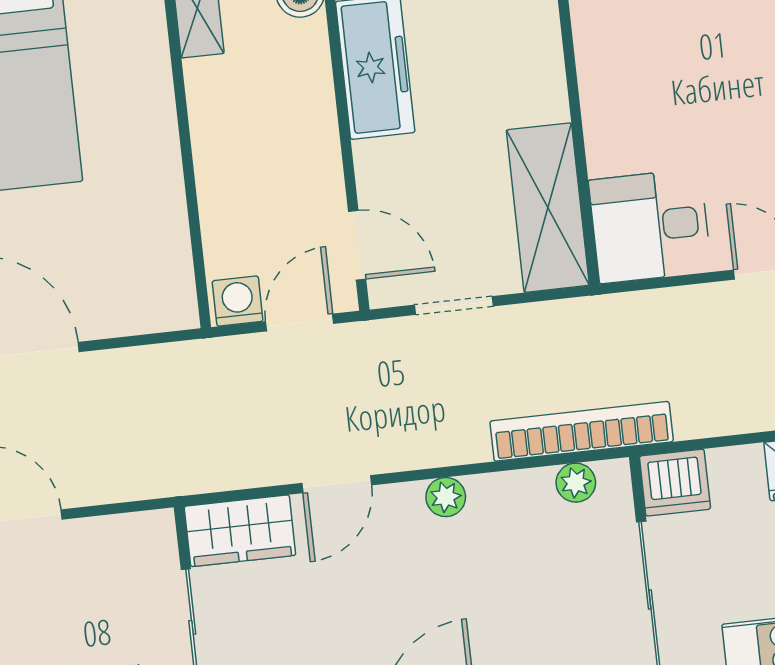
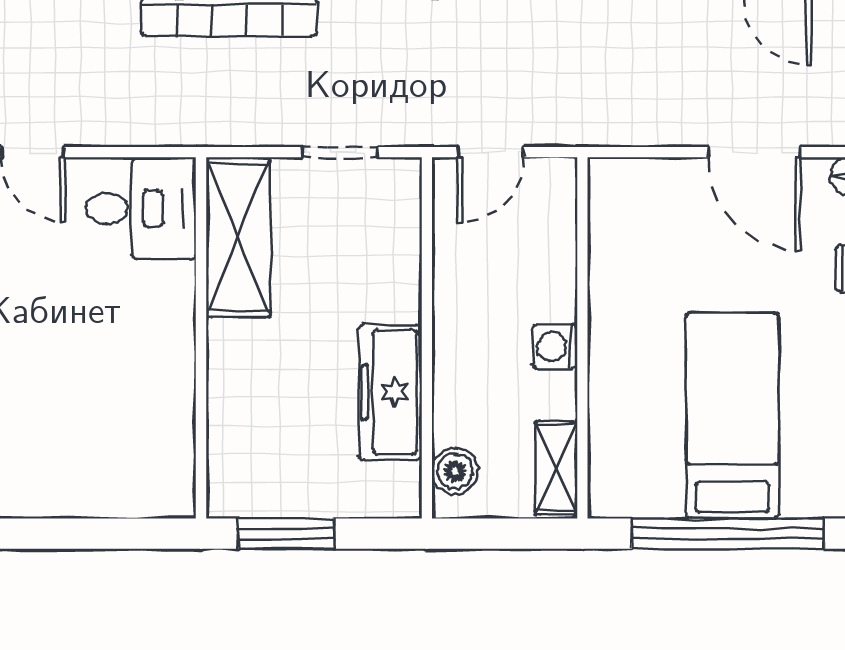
door: (357, 245) -> (427, 221), removed
washing machine: (238, 301) -> (555, 346), moved, turned 90

